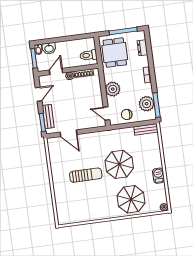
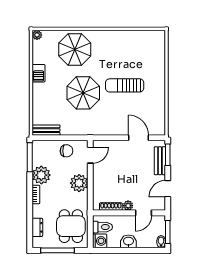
washing machine: (89, 43) -> (100, 241), added
washbasin: (49, 48) -> (128, 241), moved
plant: (147, 104) -> (41, 175), moved
door: (107, 114) -> (90, 155), hinge flipped

